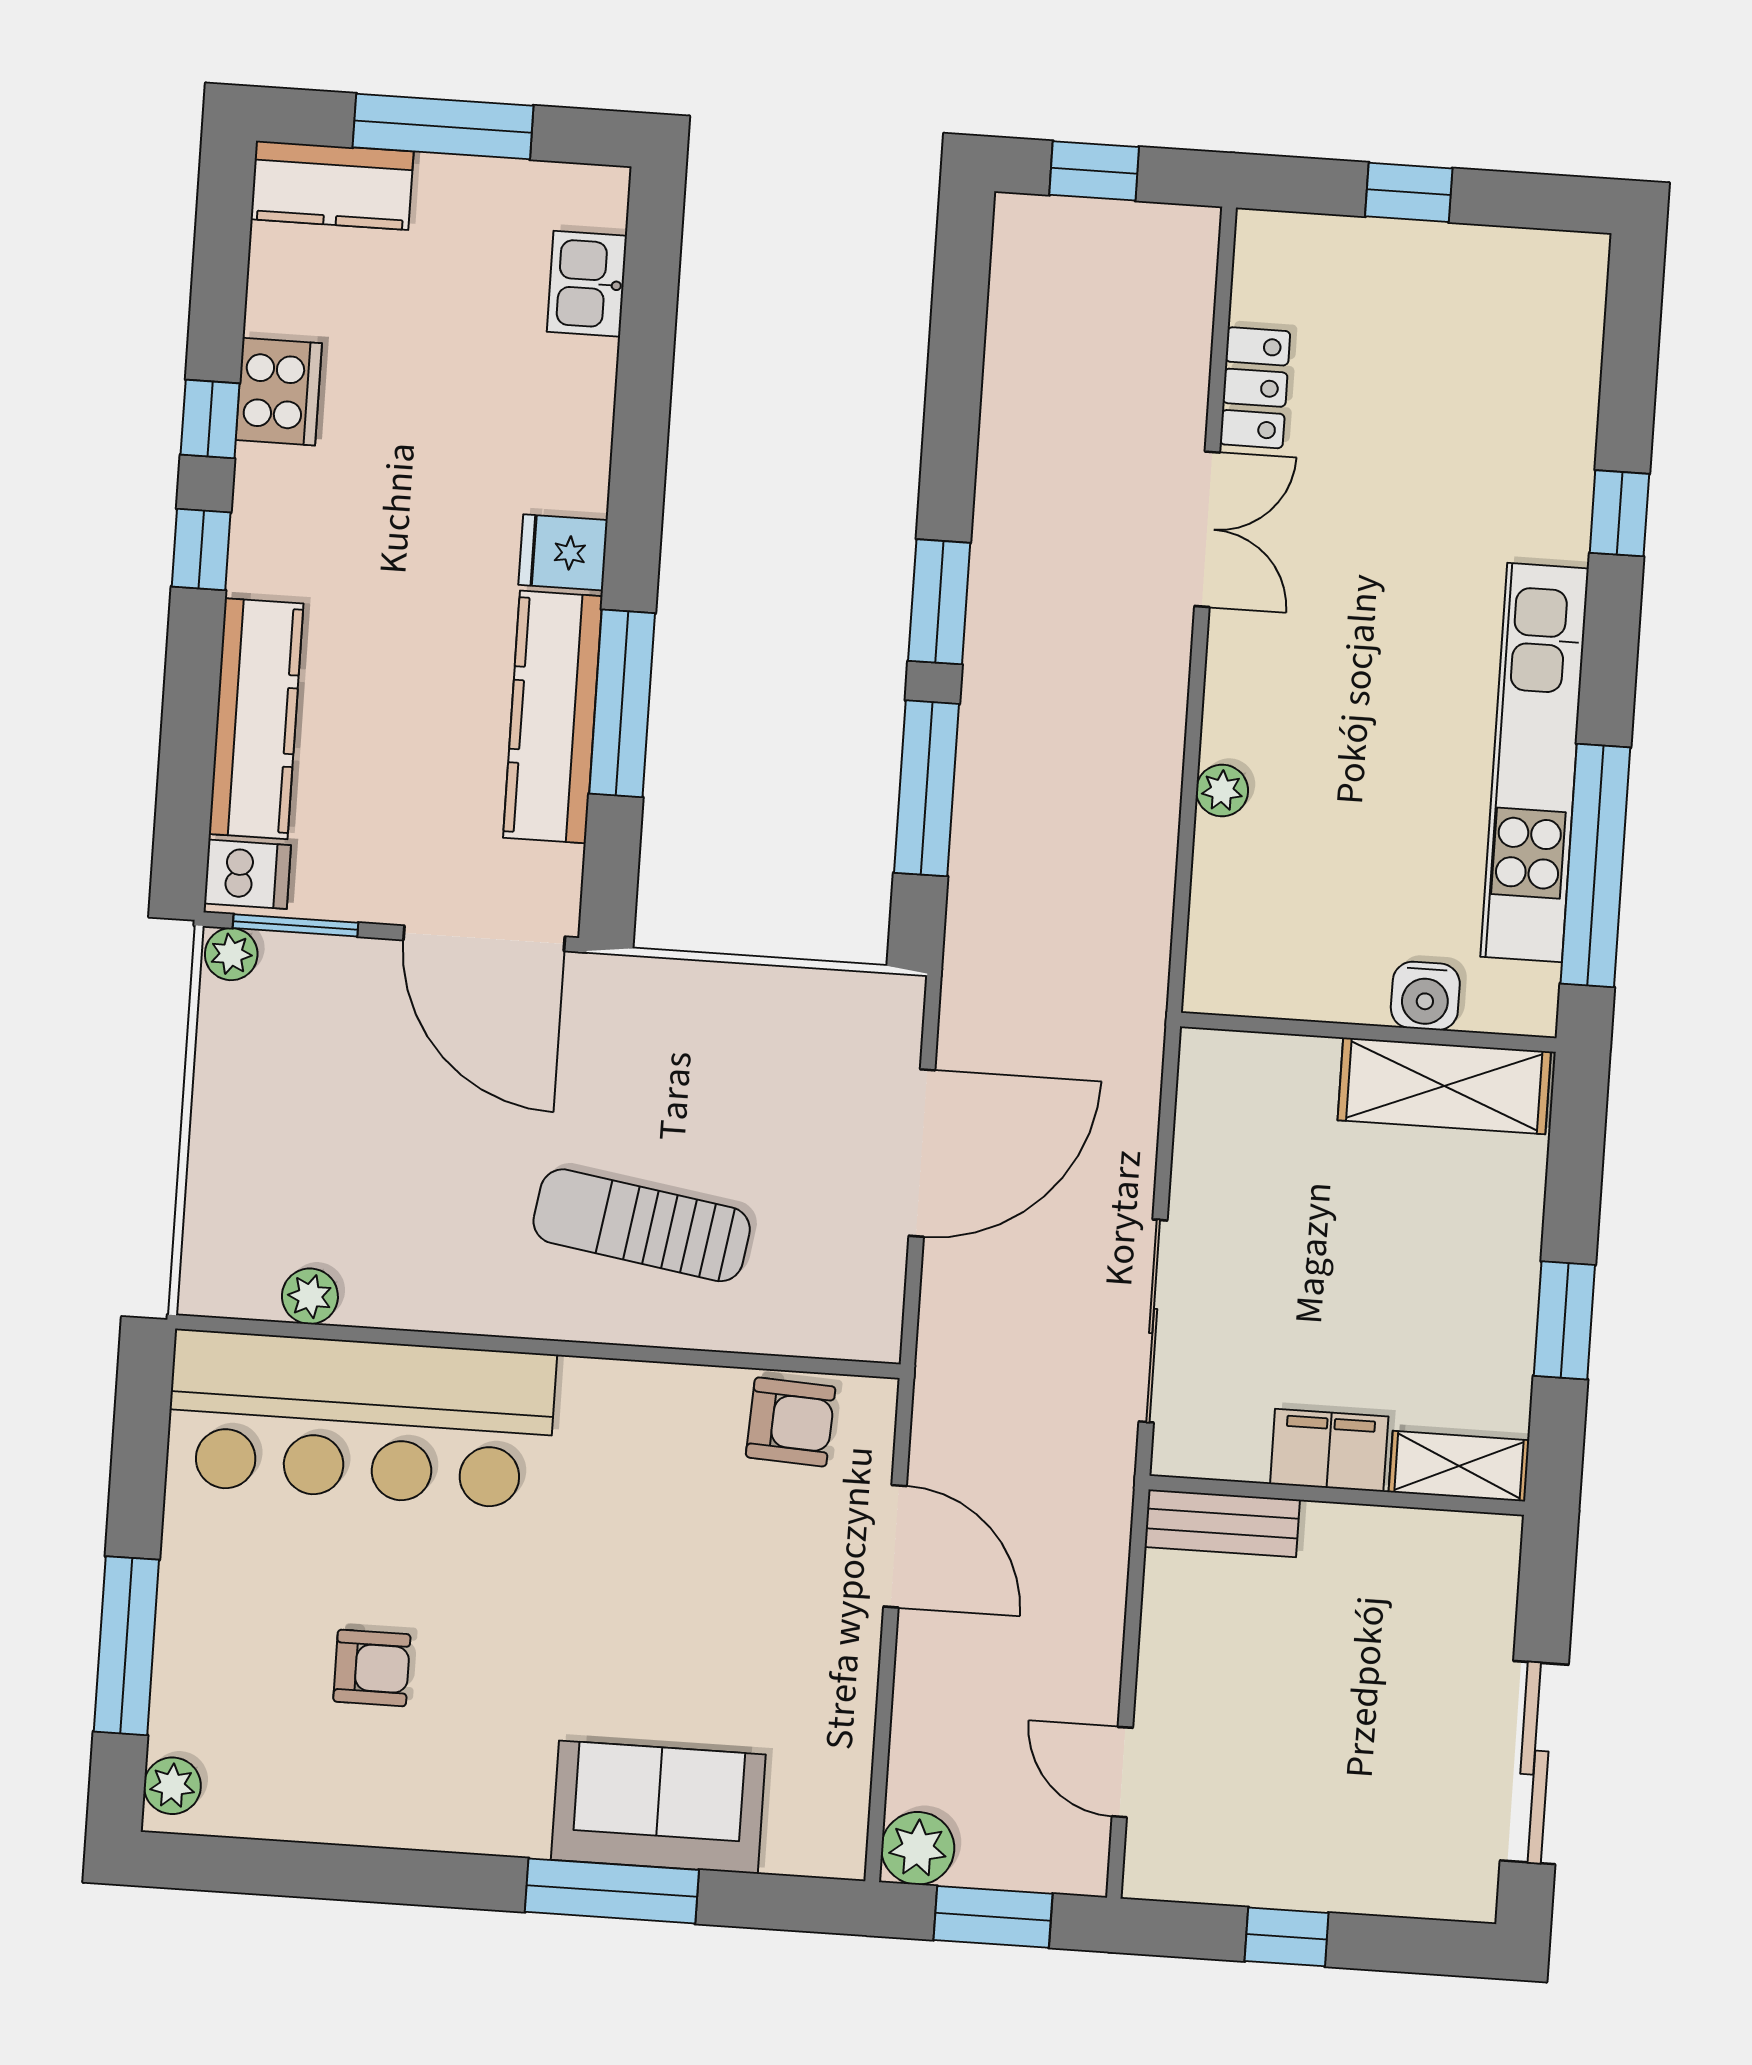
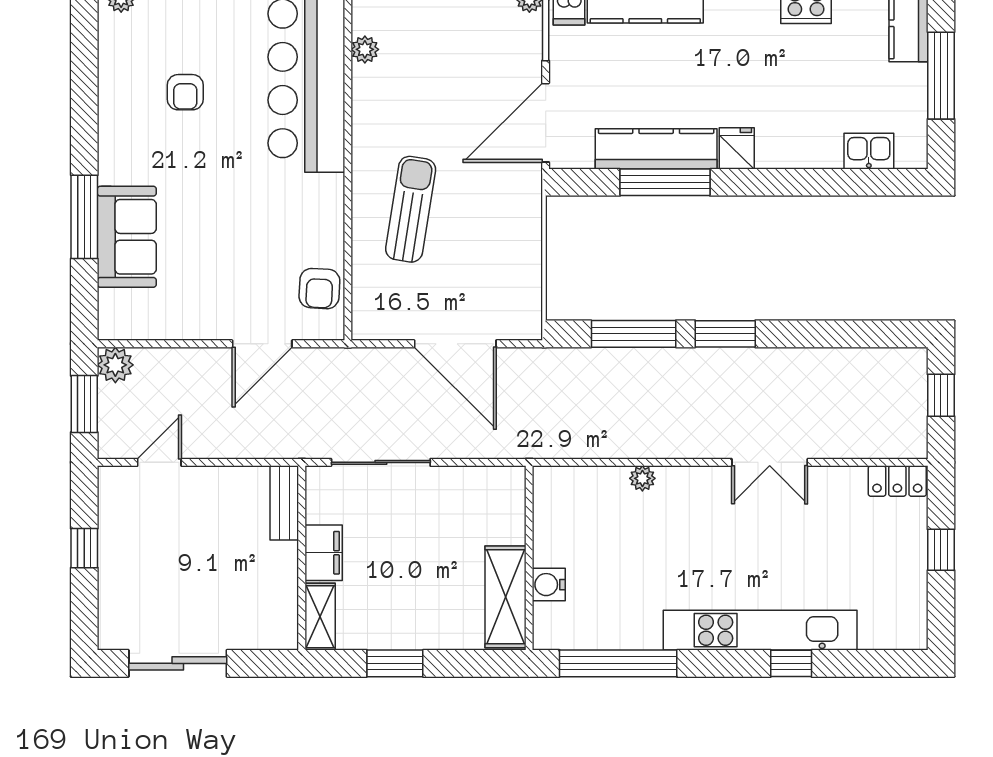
locker: (1255, 388) -> (897, 481), moved
kitchen unit: (1535, 763) -> (760, 630), moved

